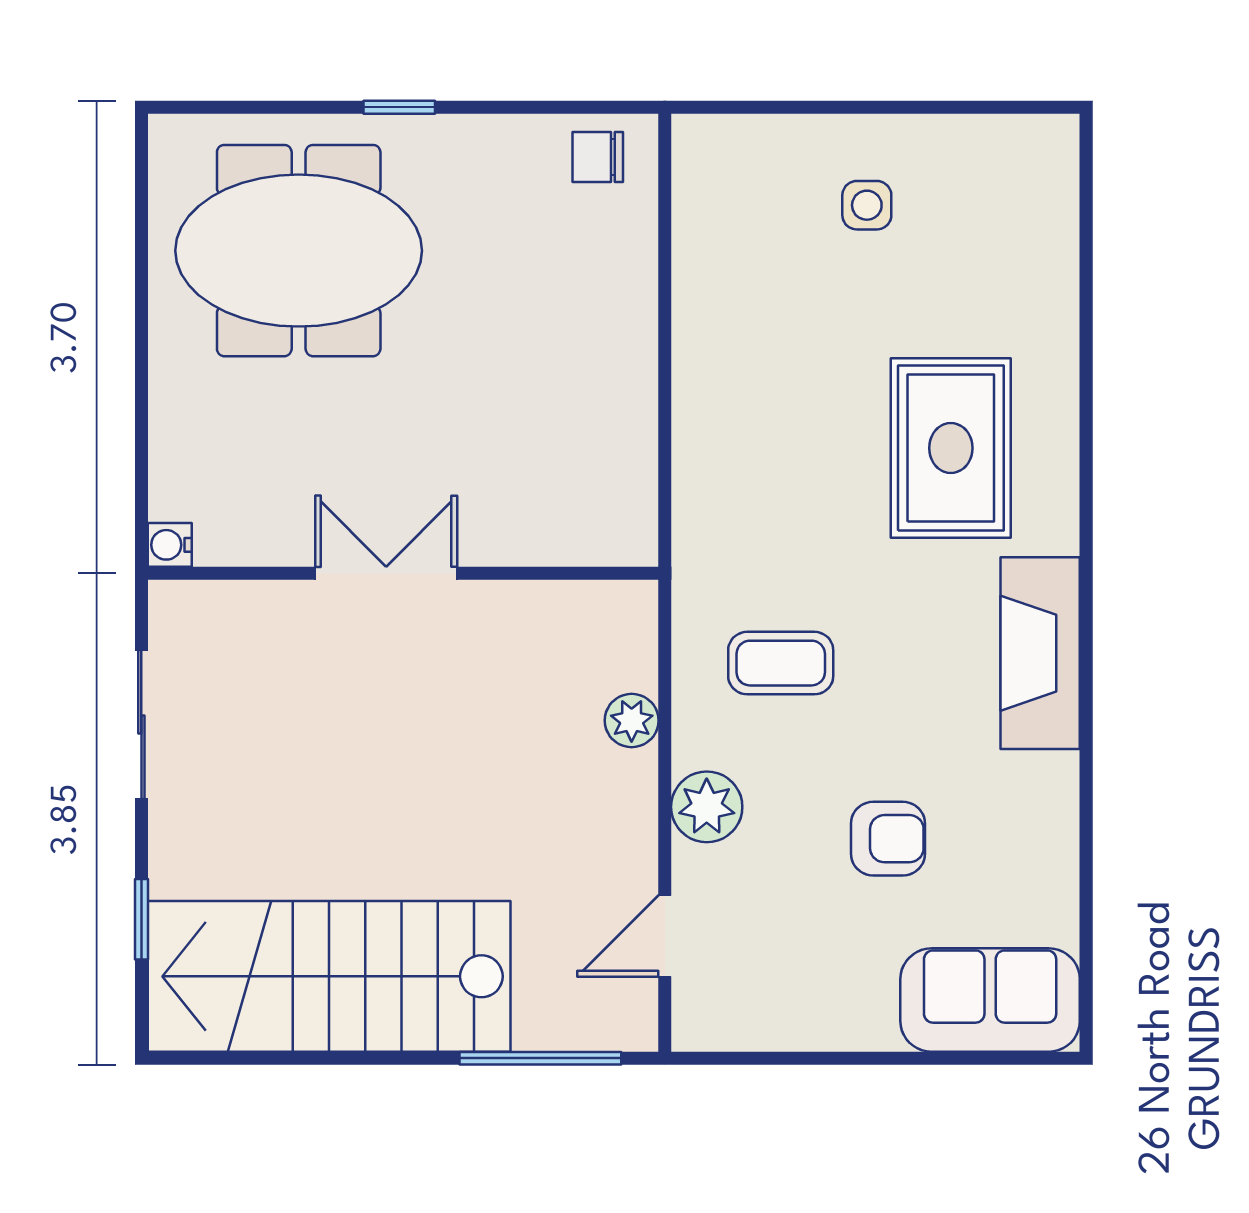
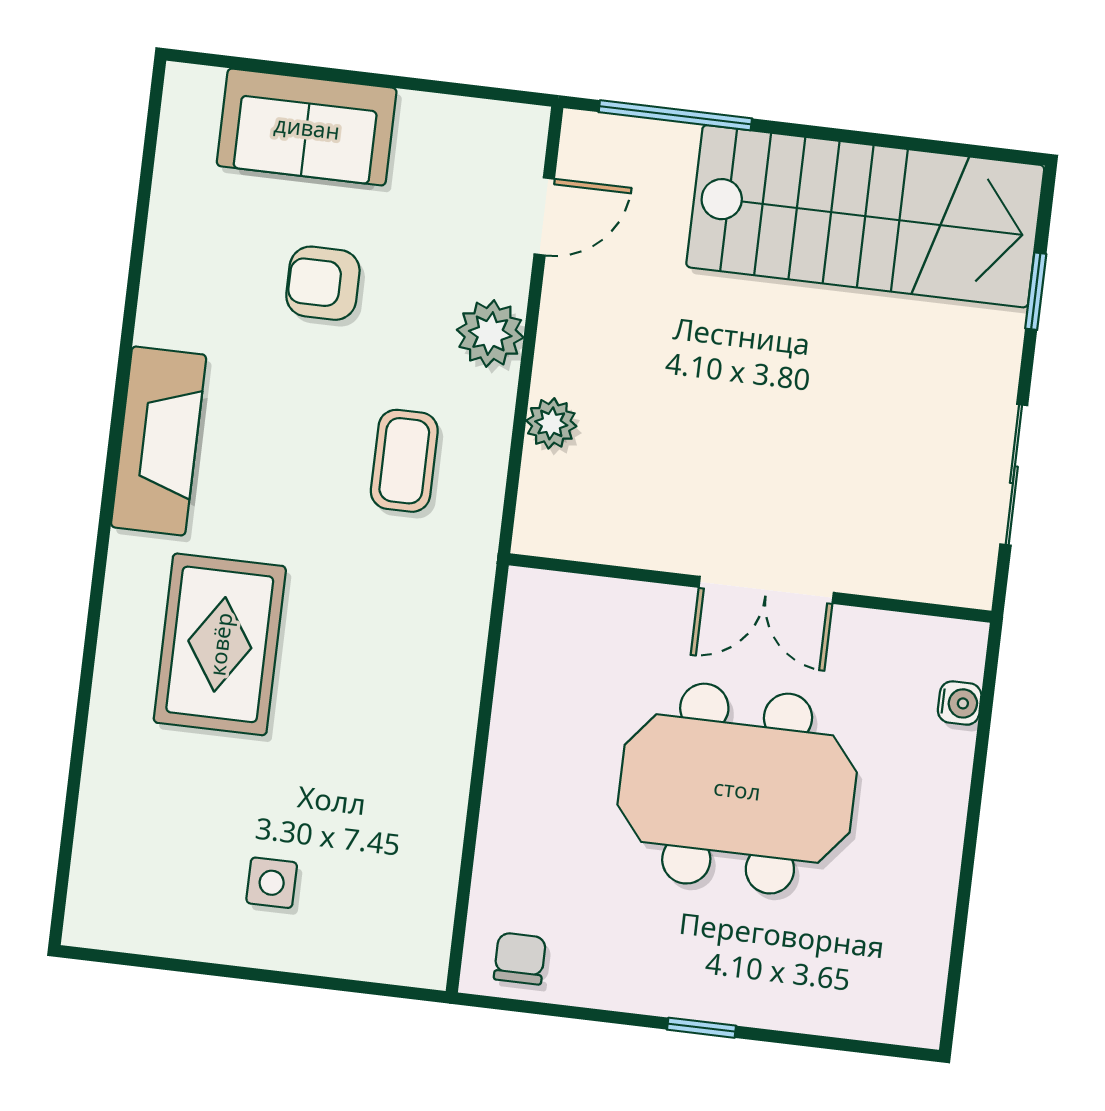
chair: (598, 157) -> (520, 958), turned -90
meeting table: (299, 251) -> (737, 789), moved
water cooler: (170, 545) -> (960, 703), moved
coffee table: (781, 663) -> (404, 461), turned 90
sofa: (990, 1000) -> (307, 127), moved

